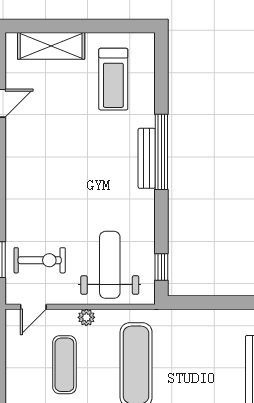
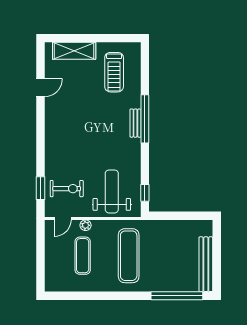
bench: (147, 158) -> (135, 123), width x0.73
plant: (86, 317) -> (86, 225), moved

